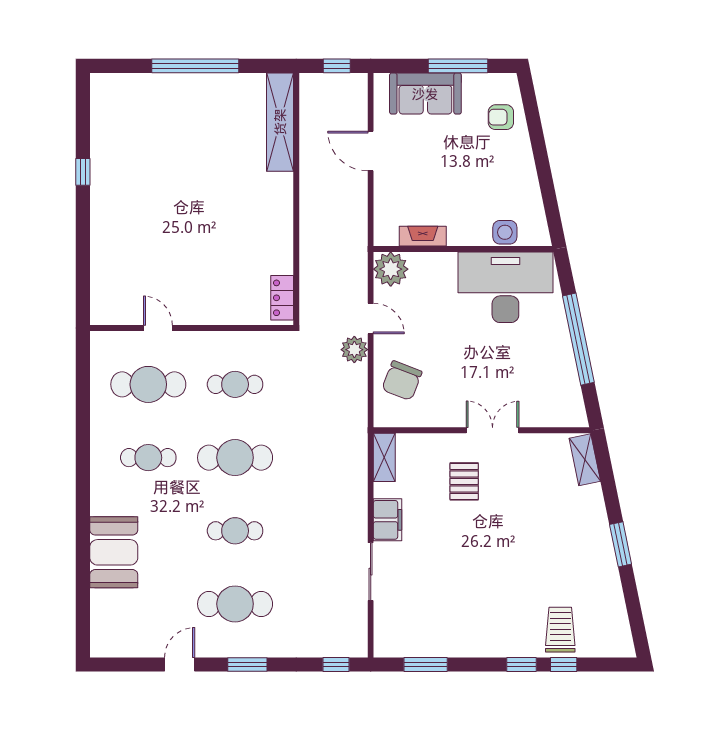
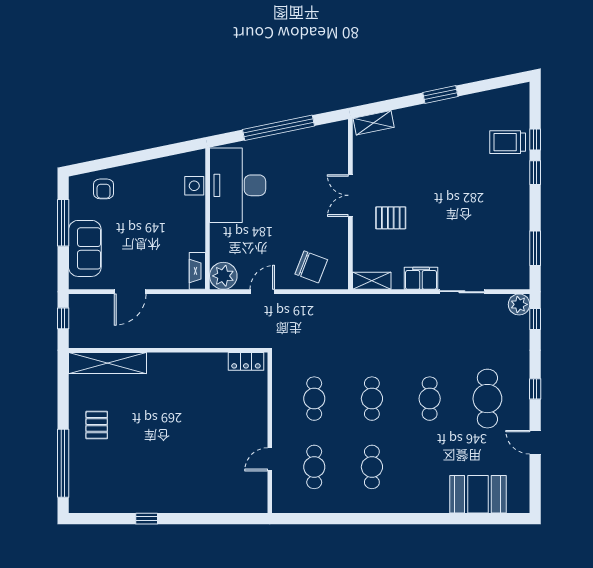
window: (195, 66) -> (63, 463), moved
pallet: (201, 109) -> (97, 425), added
fireplace: (423, 236) -> (197, 271), moved
plant: (354, 350) -> (519, 304), moved
cafe table: (148, 384) -> (314, 467), width x0.73, depth x0.74
cafe table: (235, 458) -> (372, 399), width x0.73, depth x0.74
booth: (114, 552) -> (478, 494), moved
window: (247, 665) -> (535, 389), width x0.67

